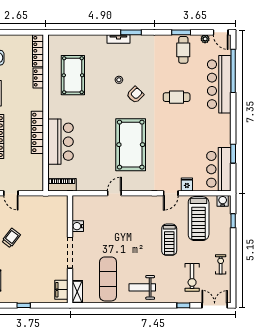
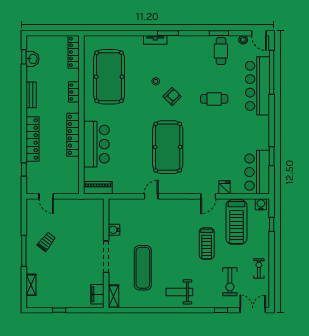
pool table: (73, 75) -> (109, 77), width x1.36, depth x1.32
locker: (38, 78) -> (74, 92), moved
exercise mat: (108, 279) -> (143, 268), moved

